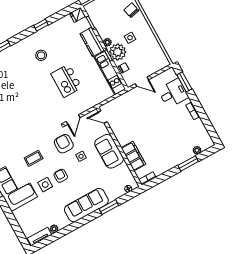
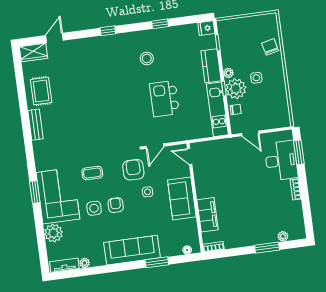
desk: (173, 93) -> (281, 161), width x1.37
plant: (22, 215) -> (53, 233), added

